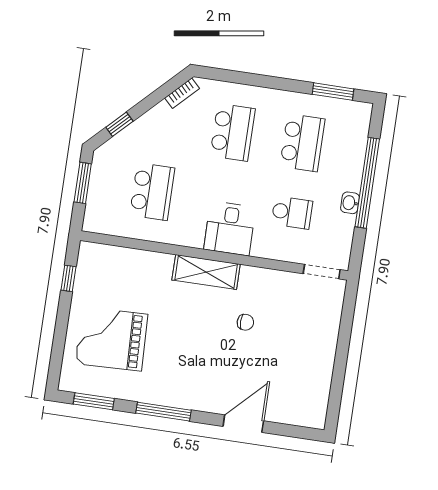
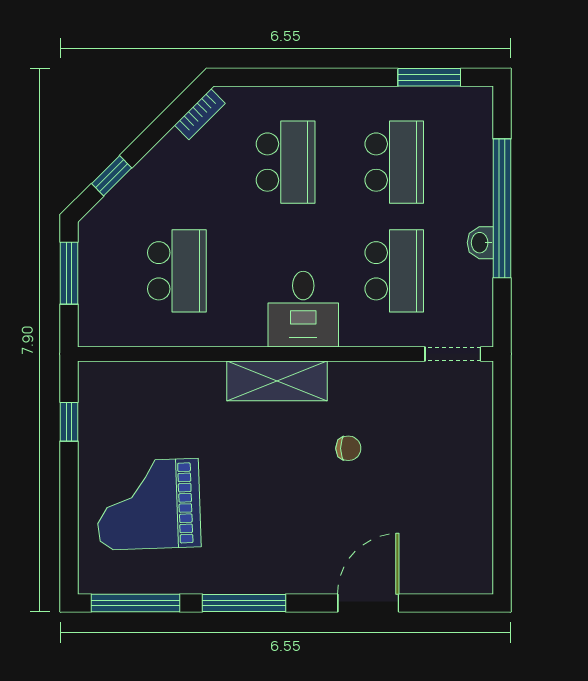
school desk: (292, 213) -> (394, 271), width x1.85
window: (94, 401) -> (135, 603), width x1.44

